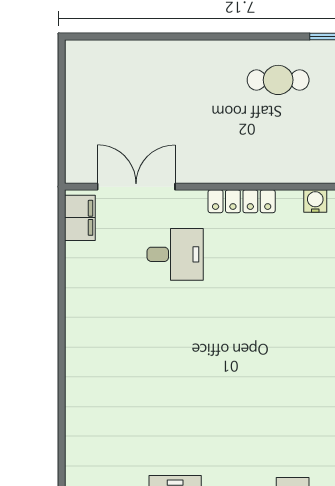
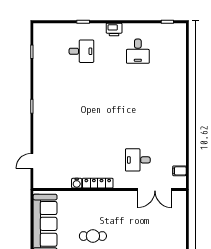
locker: (242, 201) -> (98, 183), moved
filing cabinet: (80, 218) -> (179, 171), width x0.50

